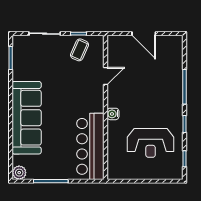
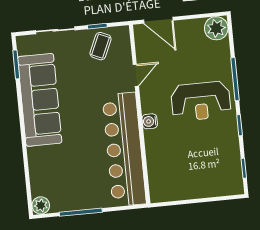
door: (144, 34) -> (158, 20), moved
plant: (173, 45) -> (216, 28), added
sofa: (27, 118) -> (40, 100), moved
reception desk: (151, 143) -> (201, 101), moved
bar counter: (90, 146) -> (124, 149), width x1.36

